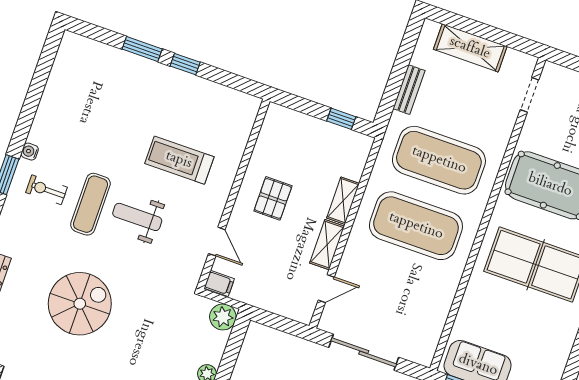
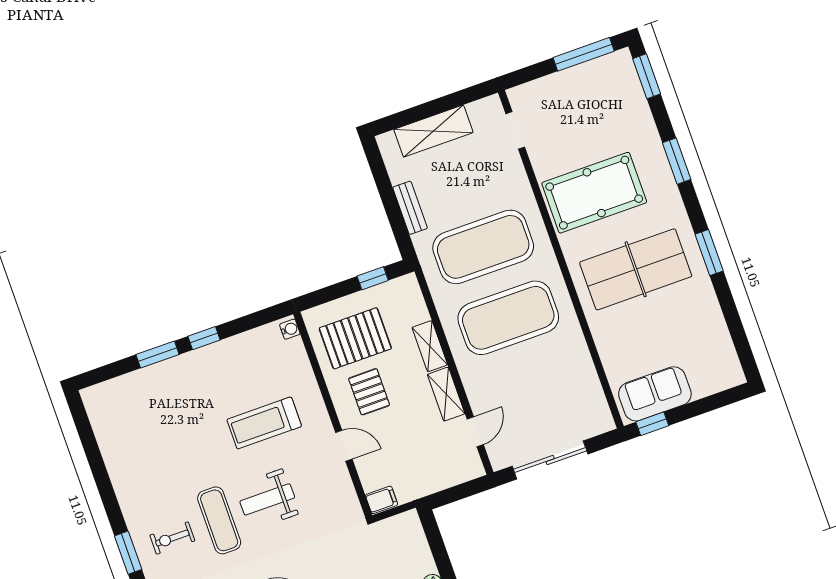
water cooler: (30, 152) -> (290, 329), moved, turned 180
pallet: (294, 152) -> (355, 338), added
door: (217, 242) -> (344, 446), moved
plant: (223, 317) -> (407, 526), removed

